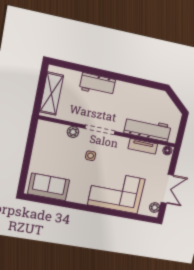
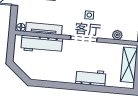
plant: (73, 132) -> (117, 35), moved
tv unit: (143, 146) -> (44, 29), width x1.41

